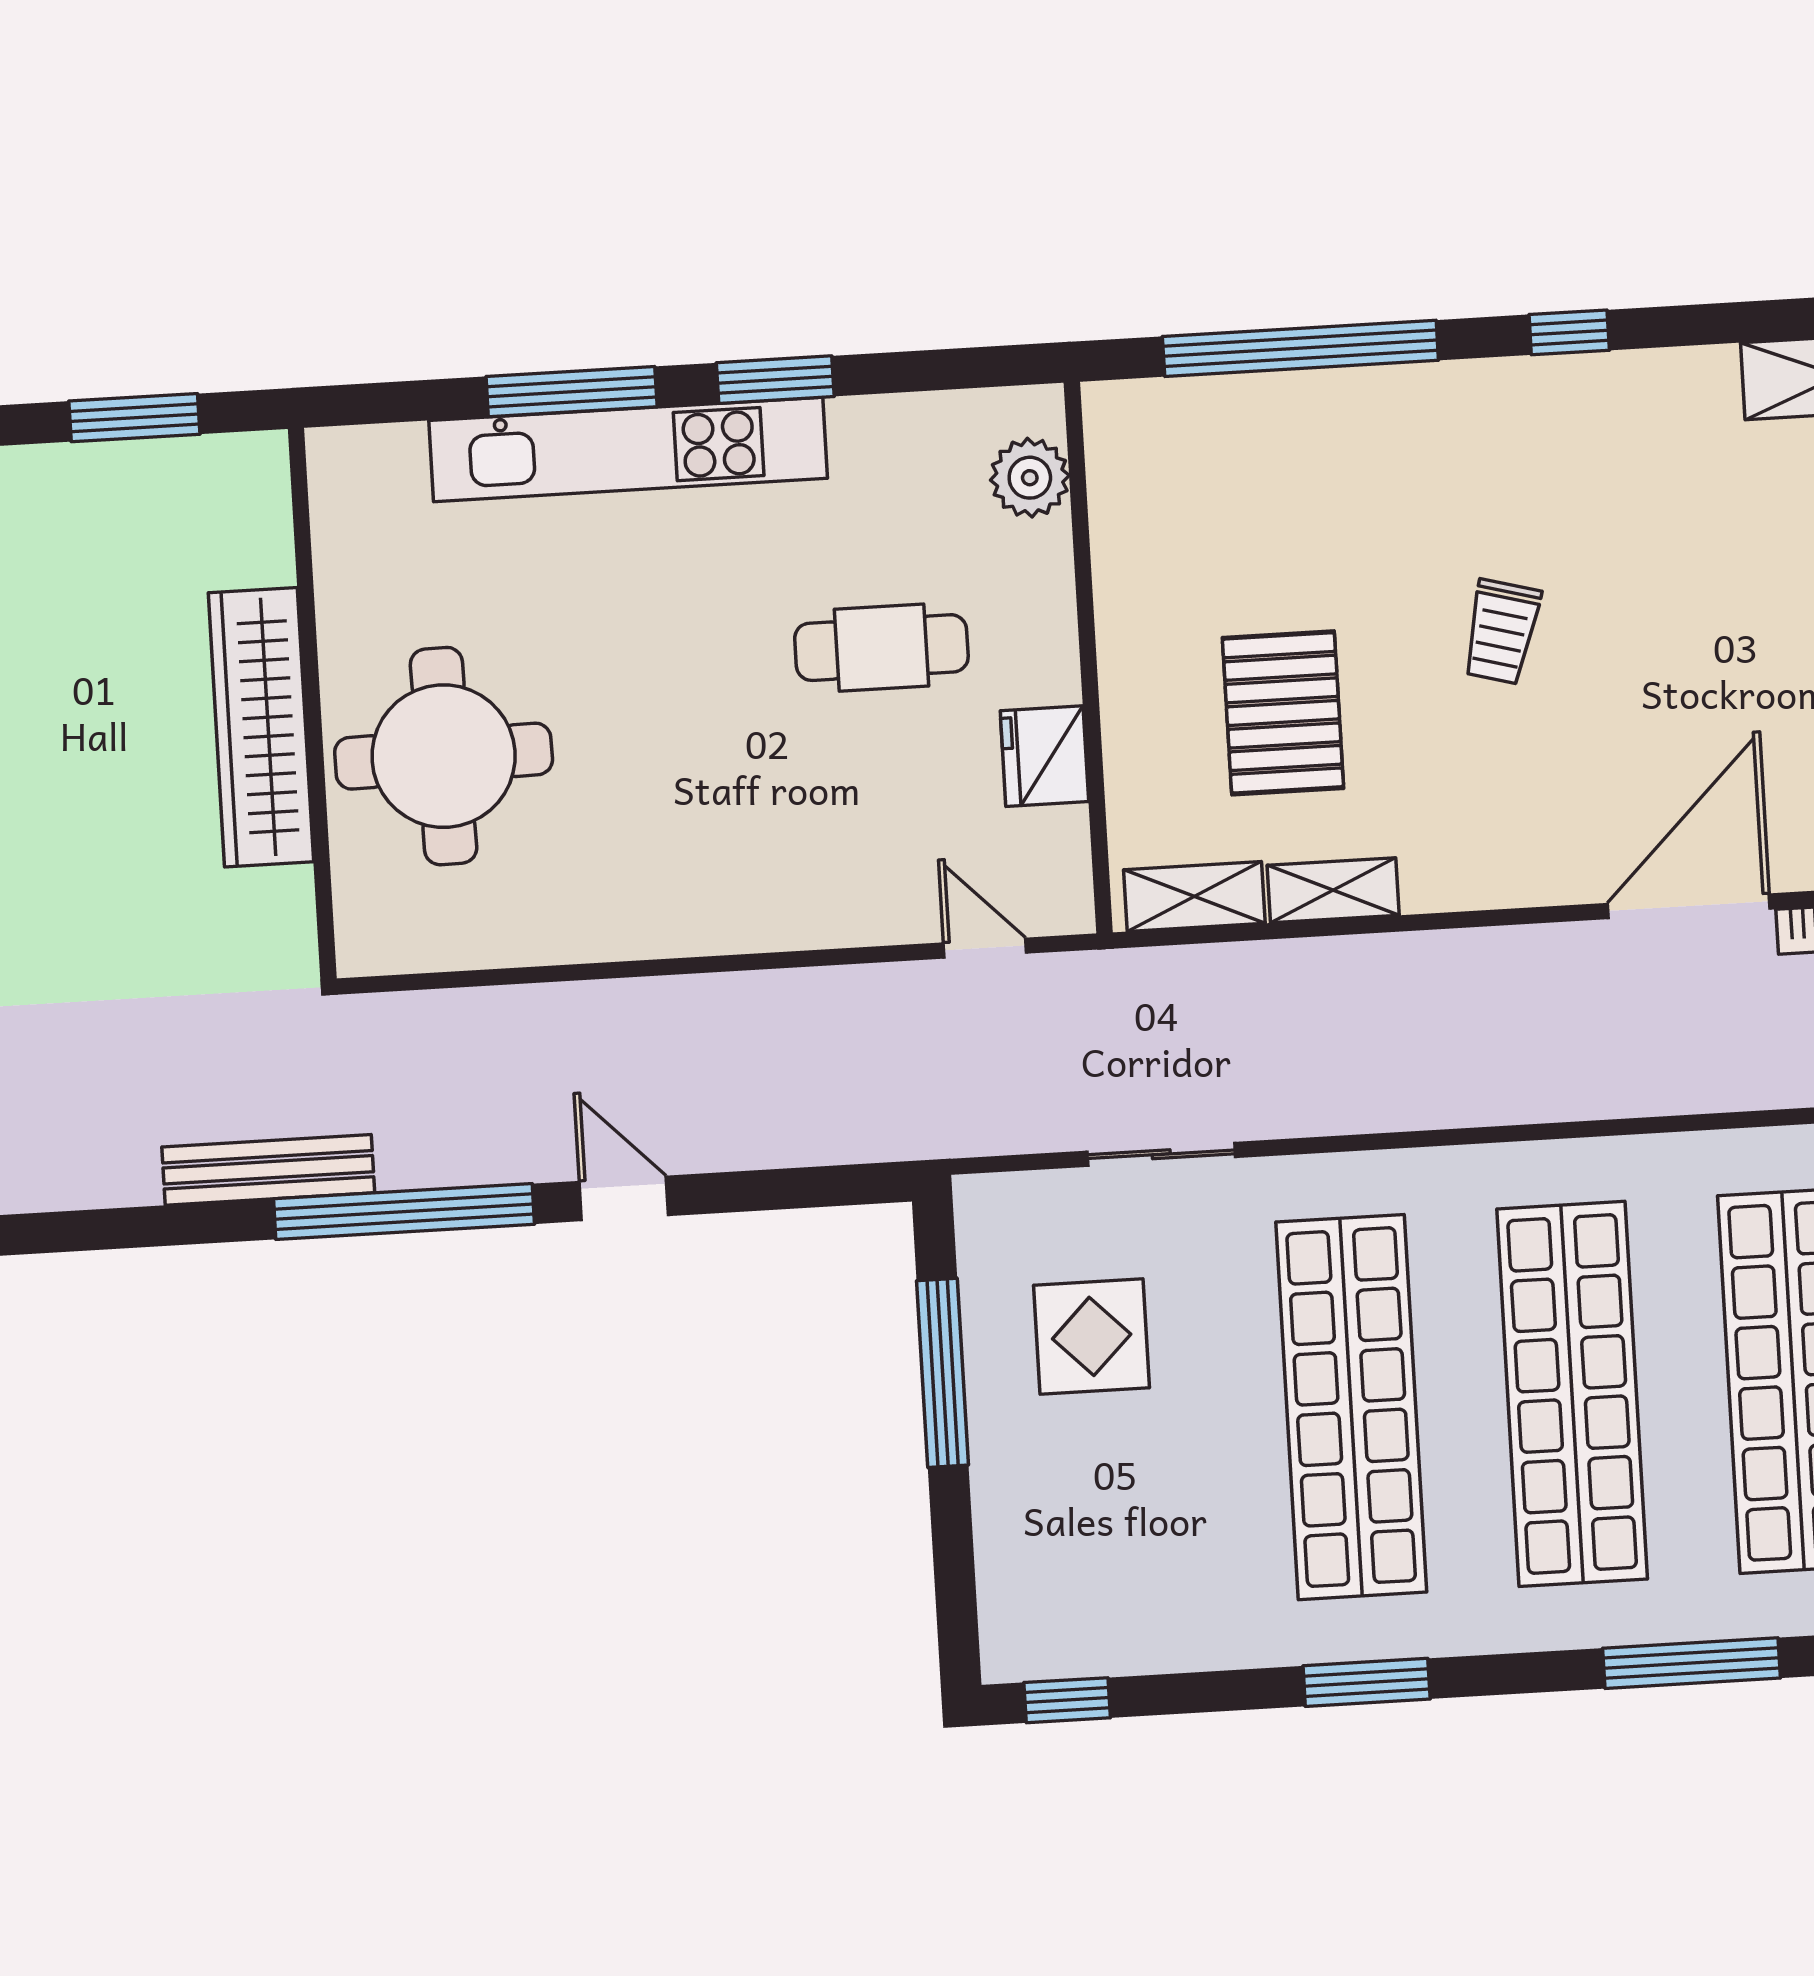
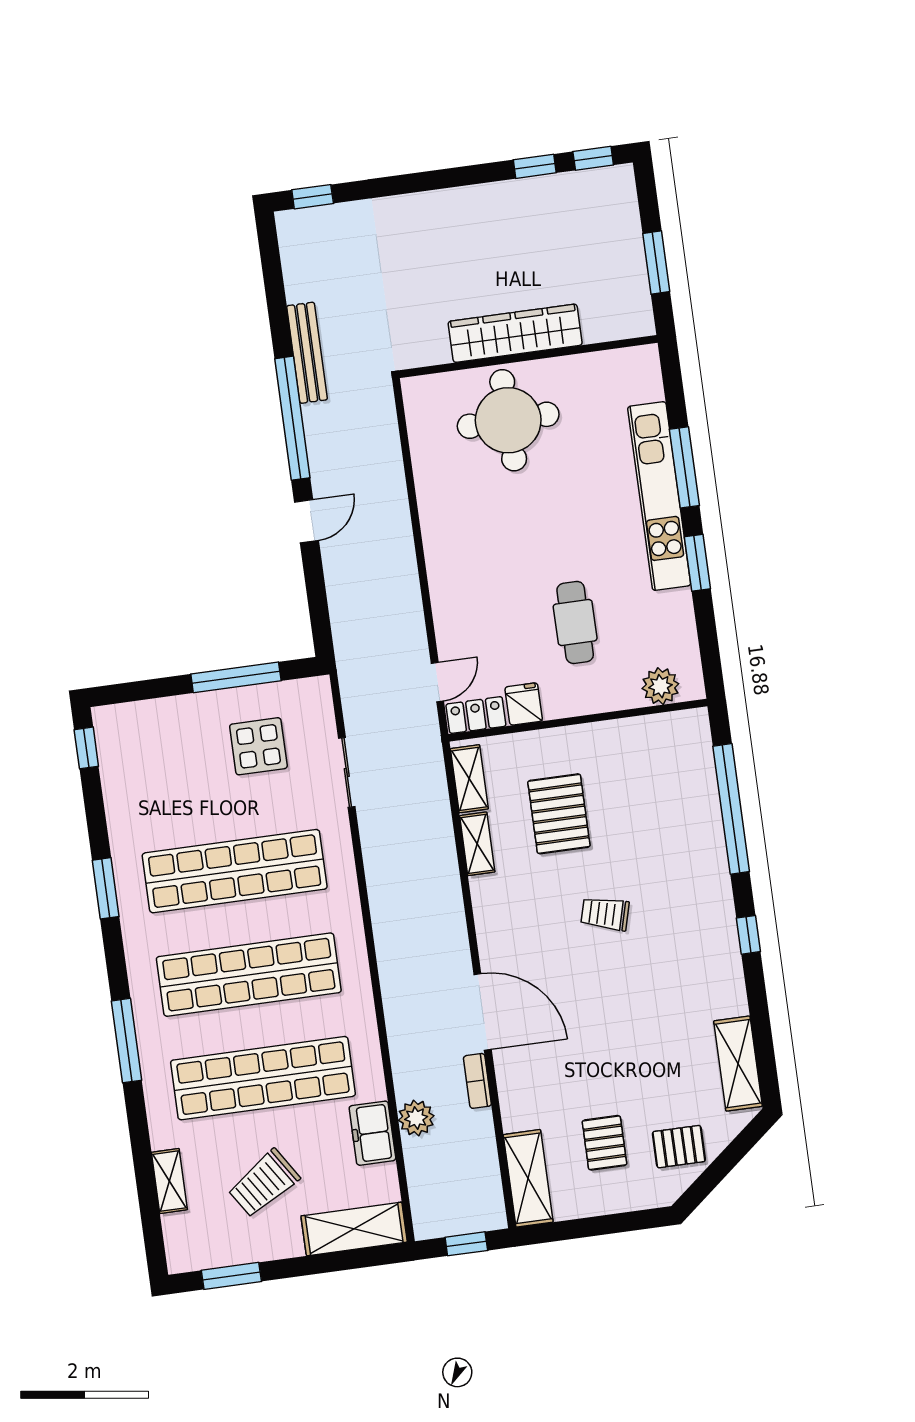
pallet: (1283, 713) -> (559, 814), turned 90
fridge: (1044, 756) -> (524, 704), width x0.72
locker: (1061, 872) -> (476, 715), added

